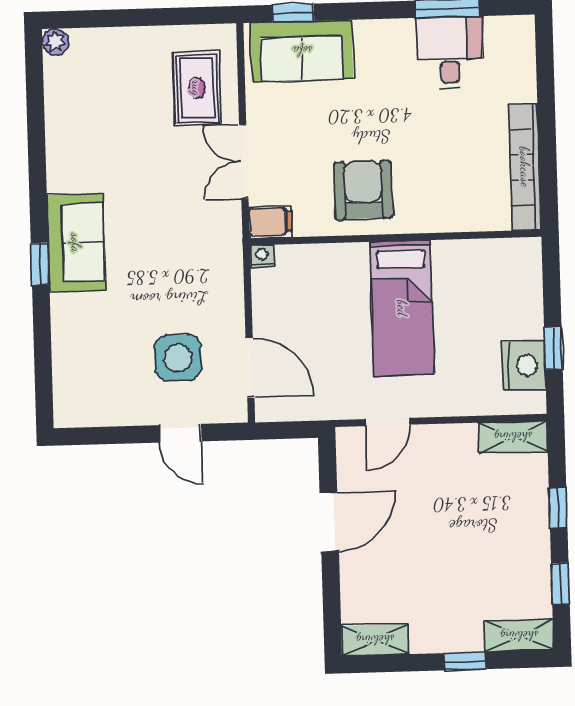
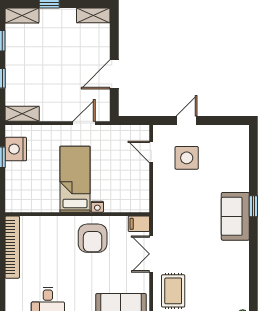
double door: (244, 162) -> (151, 254), swing flipped
nightstand: (262, 256) -> (97, 207), moved
door: (250, 368) -> (151, 152), width x0.73
door: (180, 433) -> (187, 121), hinge flipped

